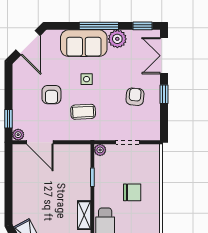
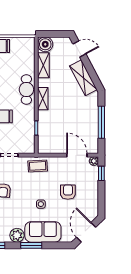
window: (99, 26) -> (31, 245), width x0.69
coffee table: (83, 112) -> (38, 166), moved
plant: (100, 150) -> (30, 149), removed
window: (8, 185) -> (101, 122), added

